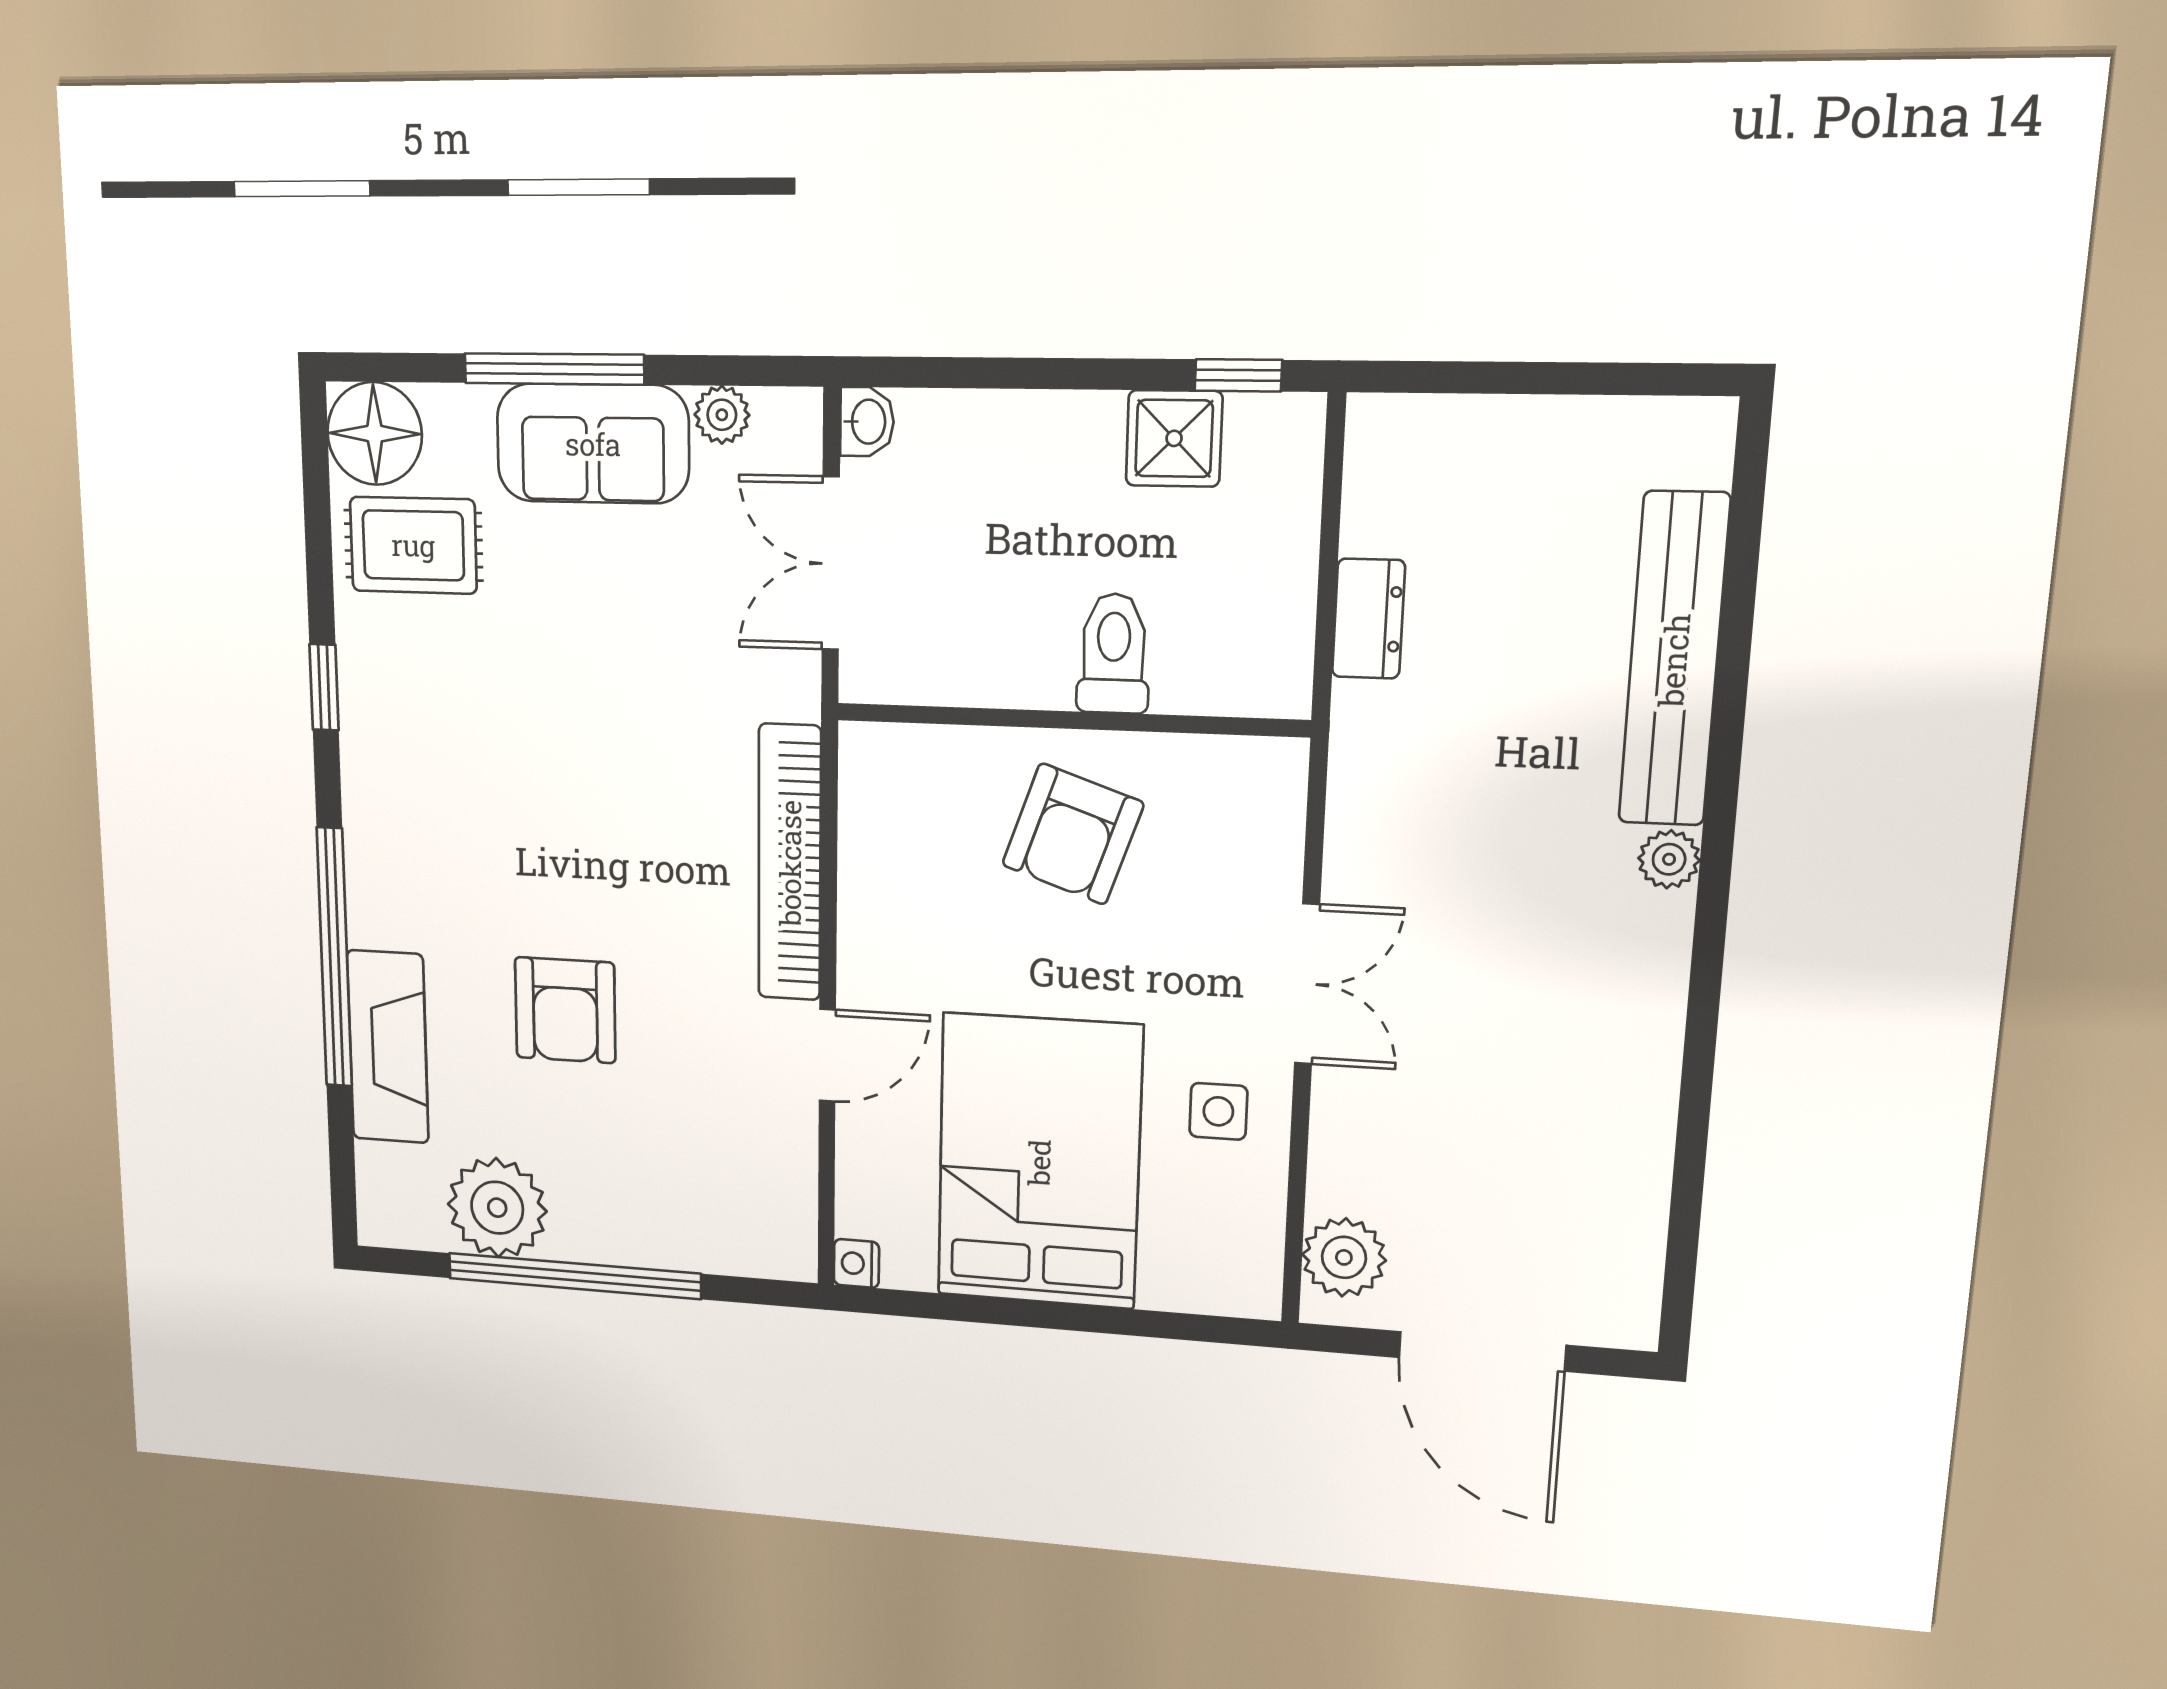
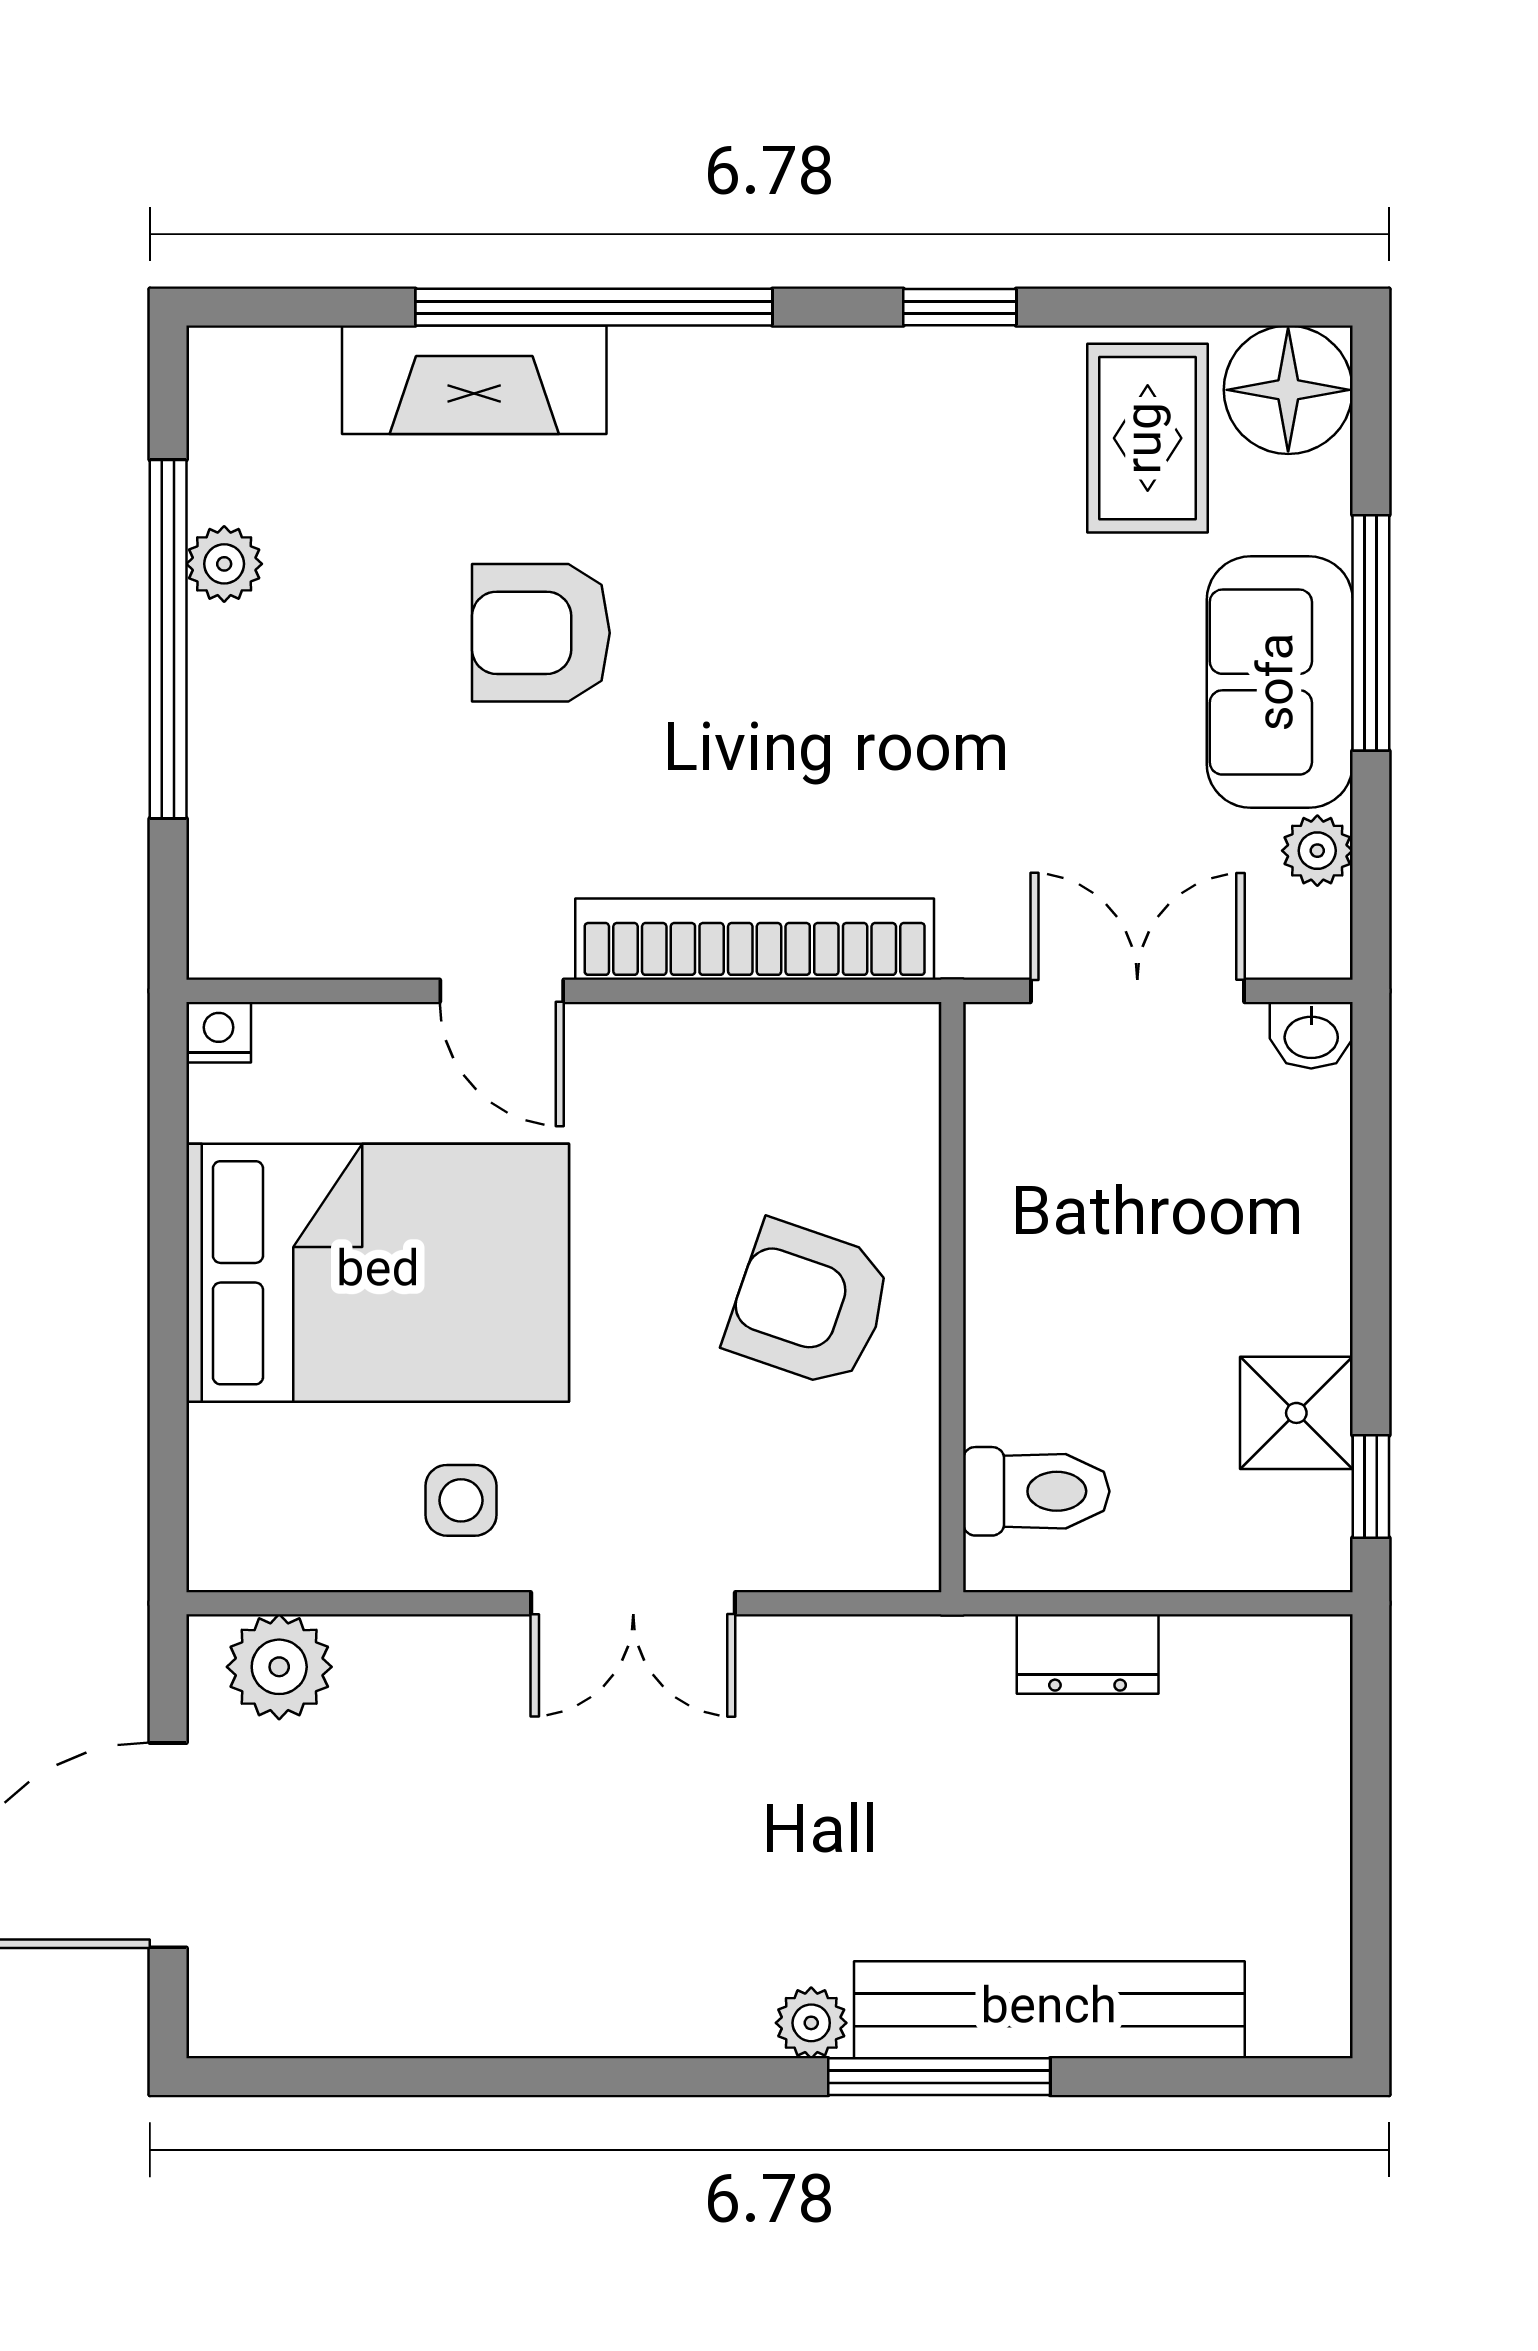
toilet: (1114, 654) -> (1036, 1491), moved
window: (1725, 755) -> (939, 2077), added
plant: (497, 1208) -> (224, 564), width x0.53, depth x0.53

